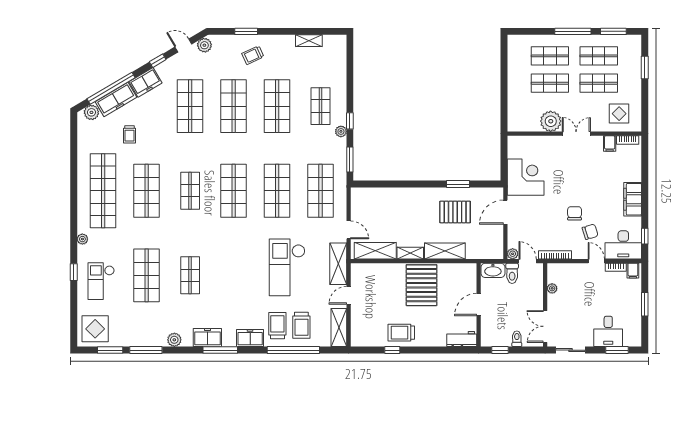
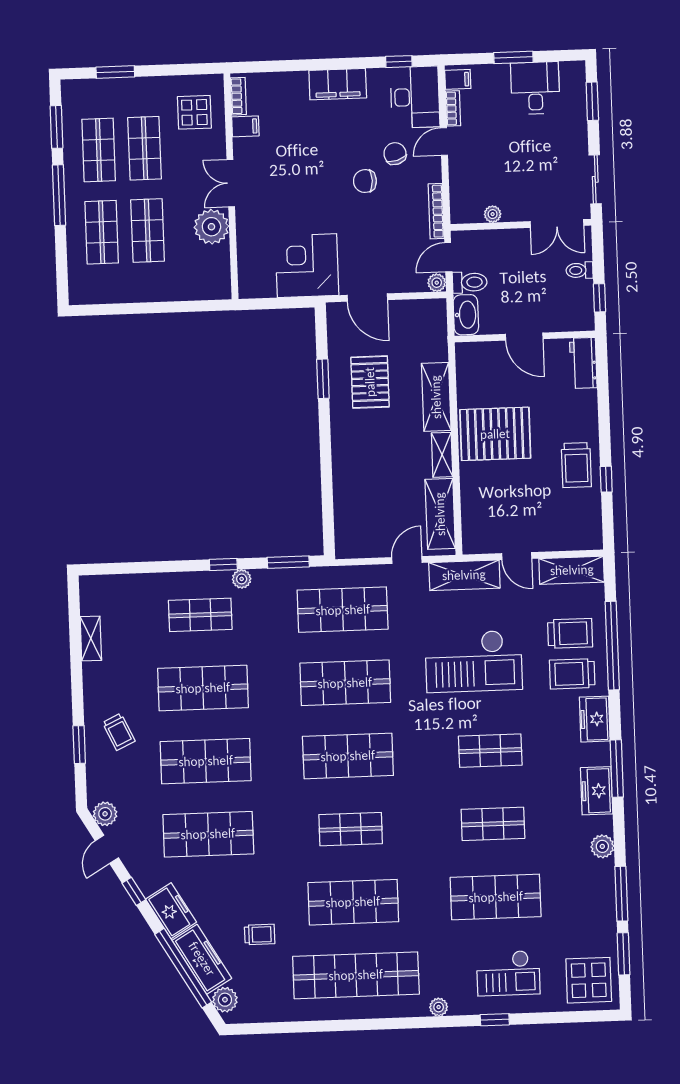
shop shelf: (234, 275) -> (490, 751), added
desk: (608, 331) -> (535, 88), moved, turned -90

